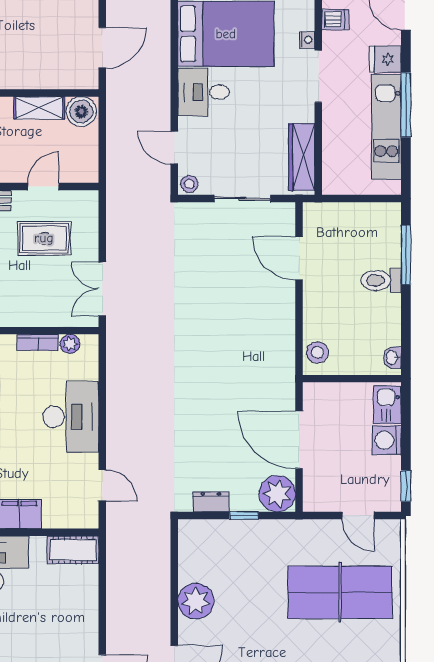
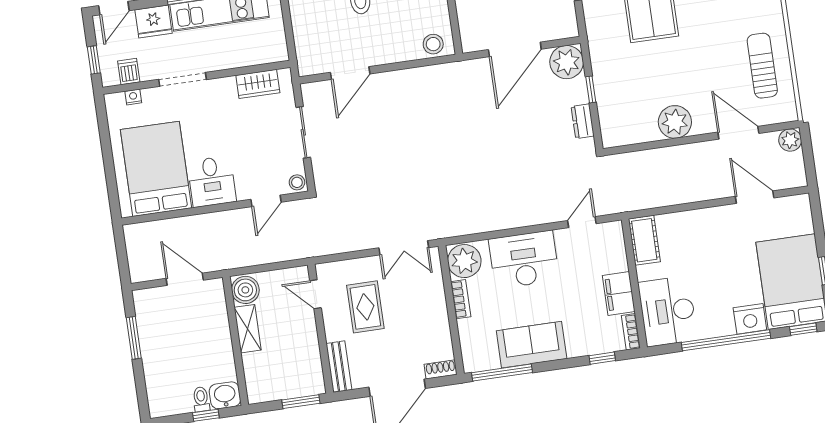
nightstand: (307, 40) -> (133, 97), moved
fridge: (385, 59) -> (153, 21), width x1.38
wardrobe: (302, 157) -> (258, 84), width x0.67
door: (43, 187) -> (315, 294), moved
plant: (70, 344) -> (464, 261), width x1.88, depth x1.88

